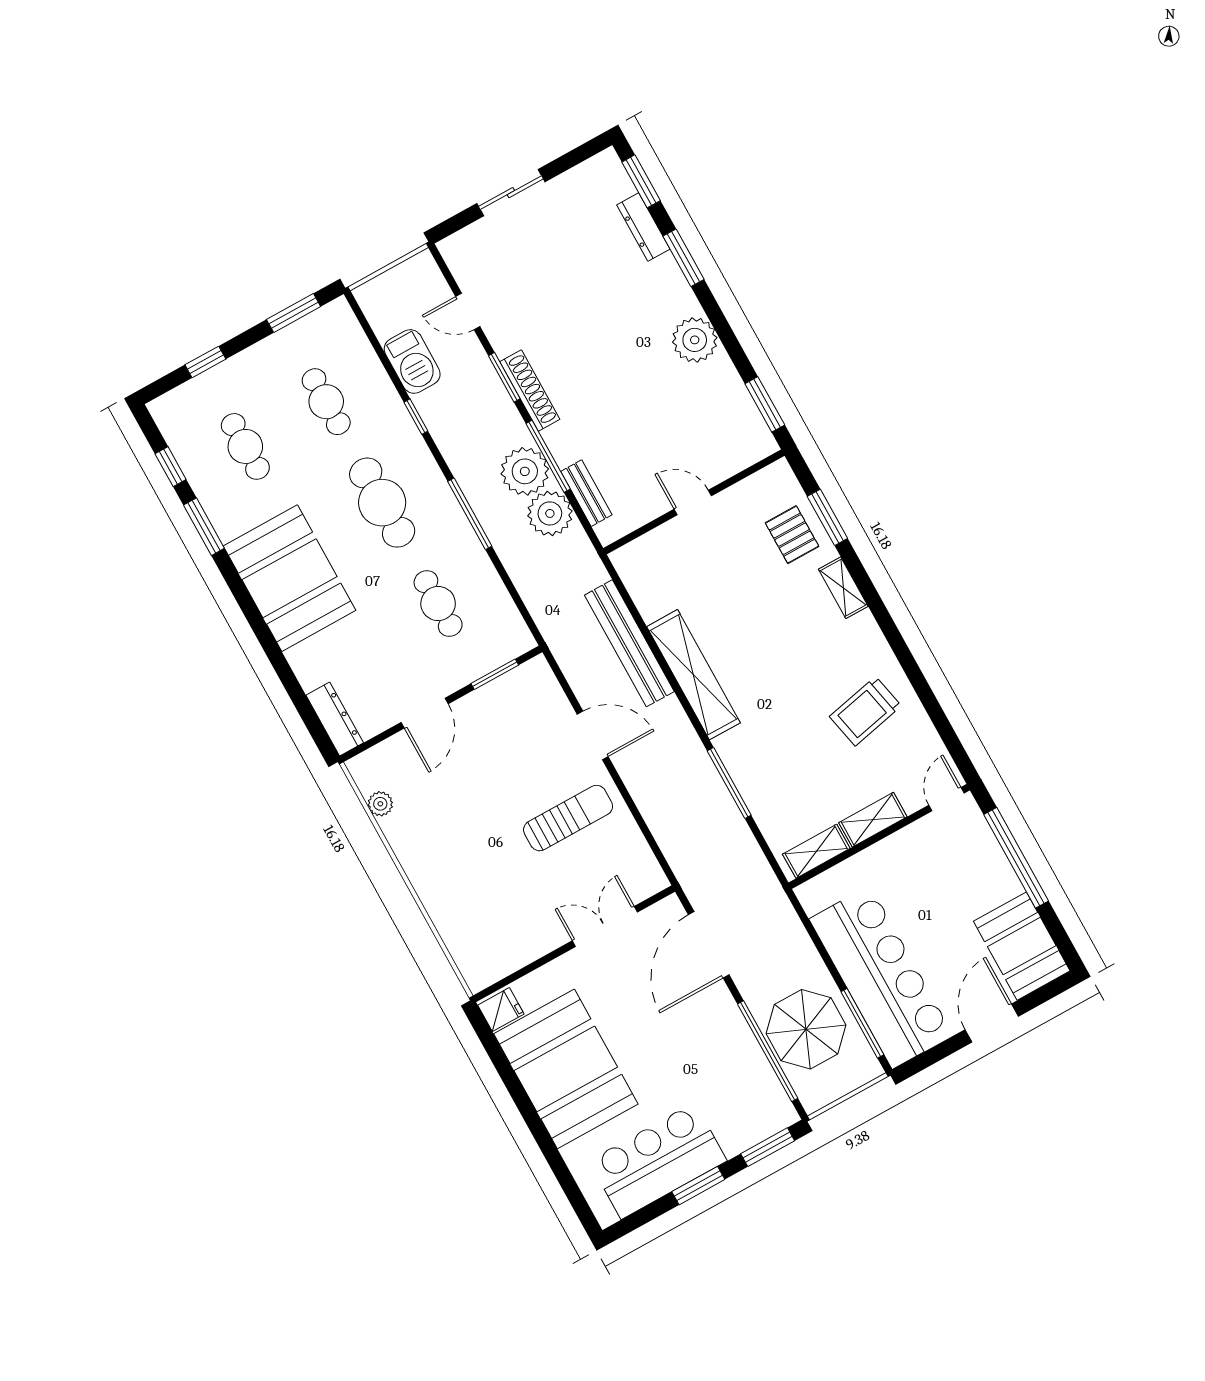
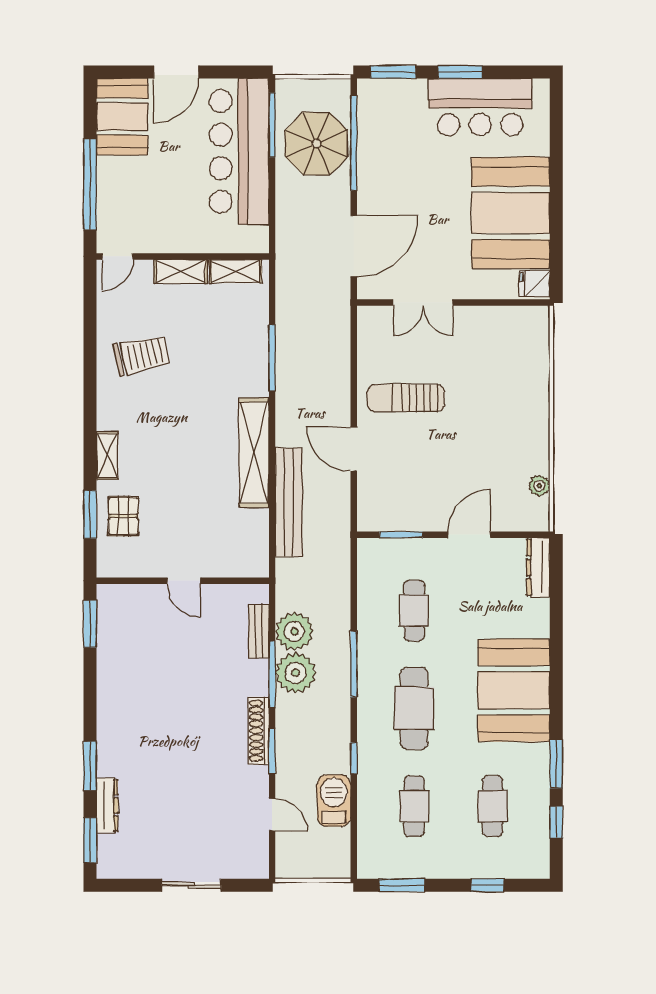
plant: (695, 340) -> (116, 700), removed

